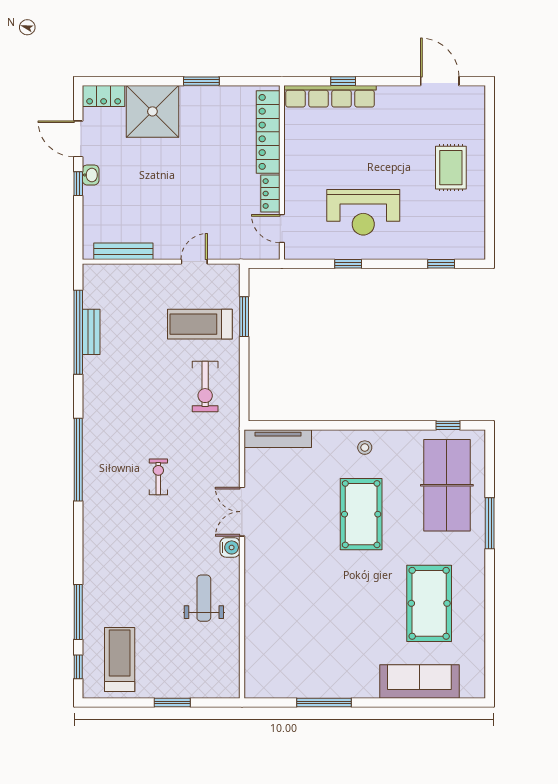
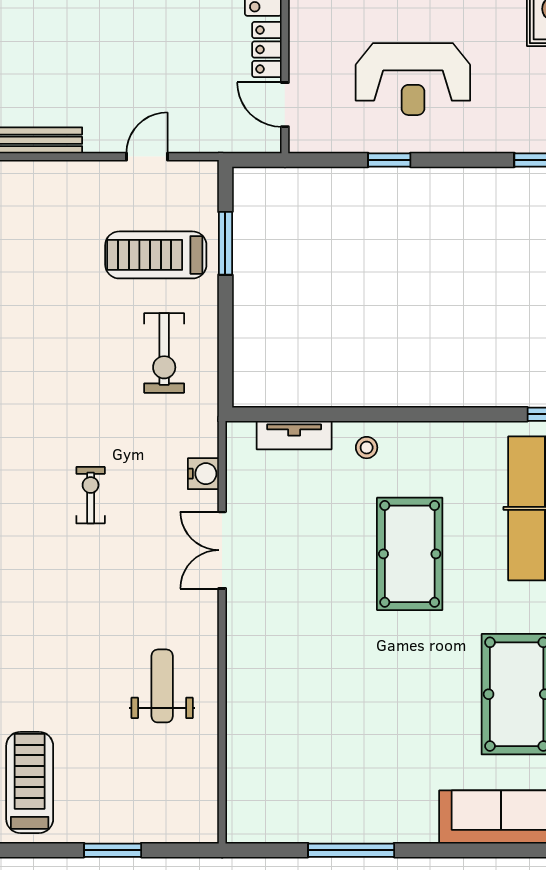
tv unit: (278, 439) -> (294, 435), width x0.71
stool: (365, 448) -> (367, 448), moved
water cooler: (230, 547) -> (203, 474), moved

